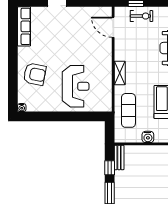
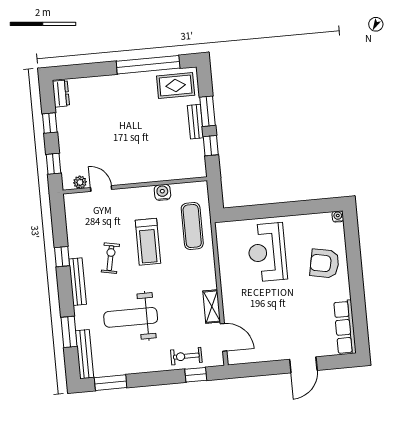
shelving: (120, 73) -> (212, 307), moved
bench: (119, 157) -> (195, 122), moved

